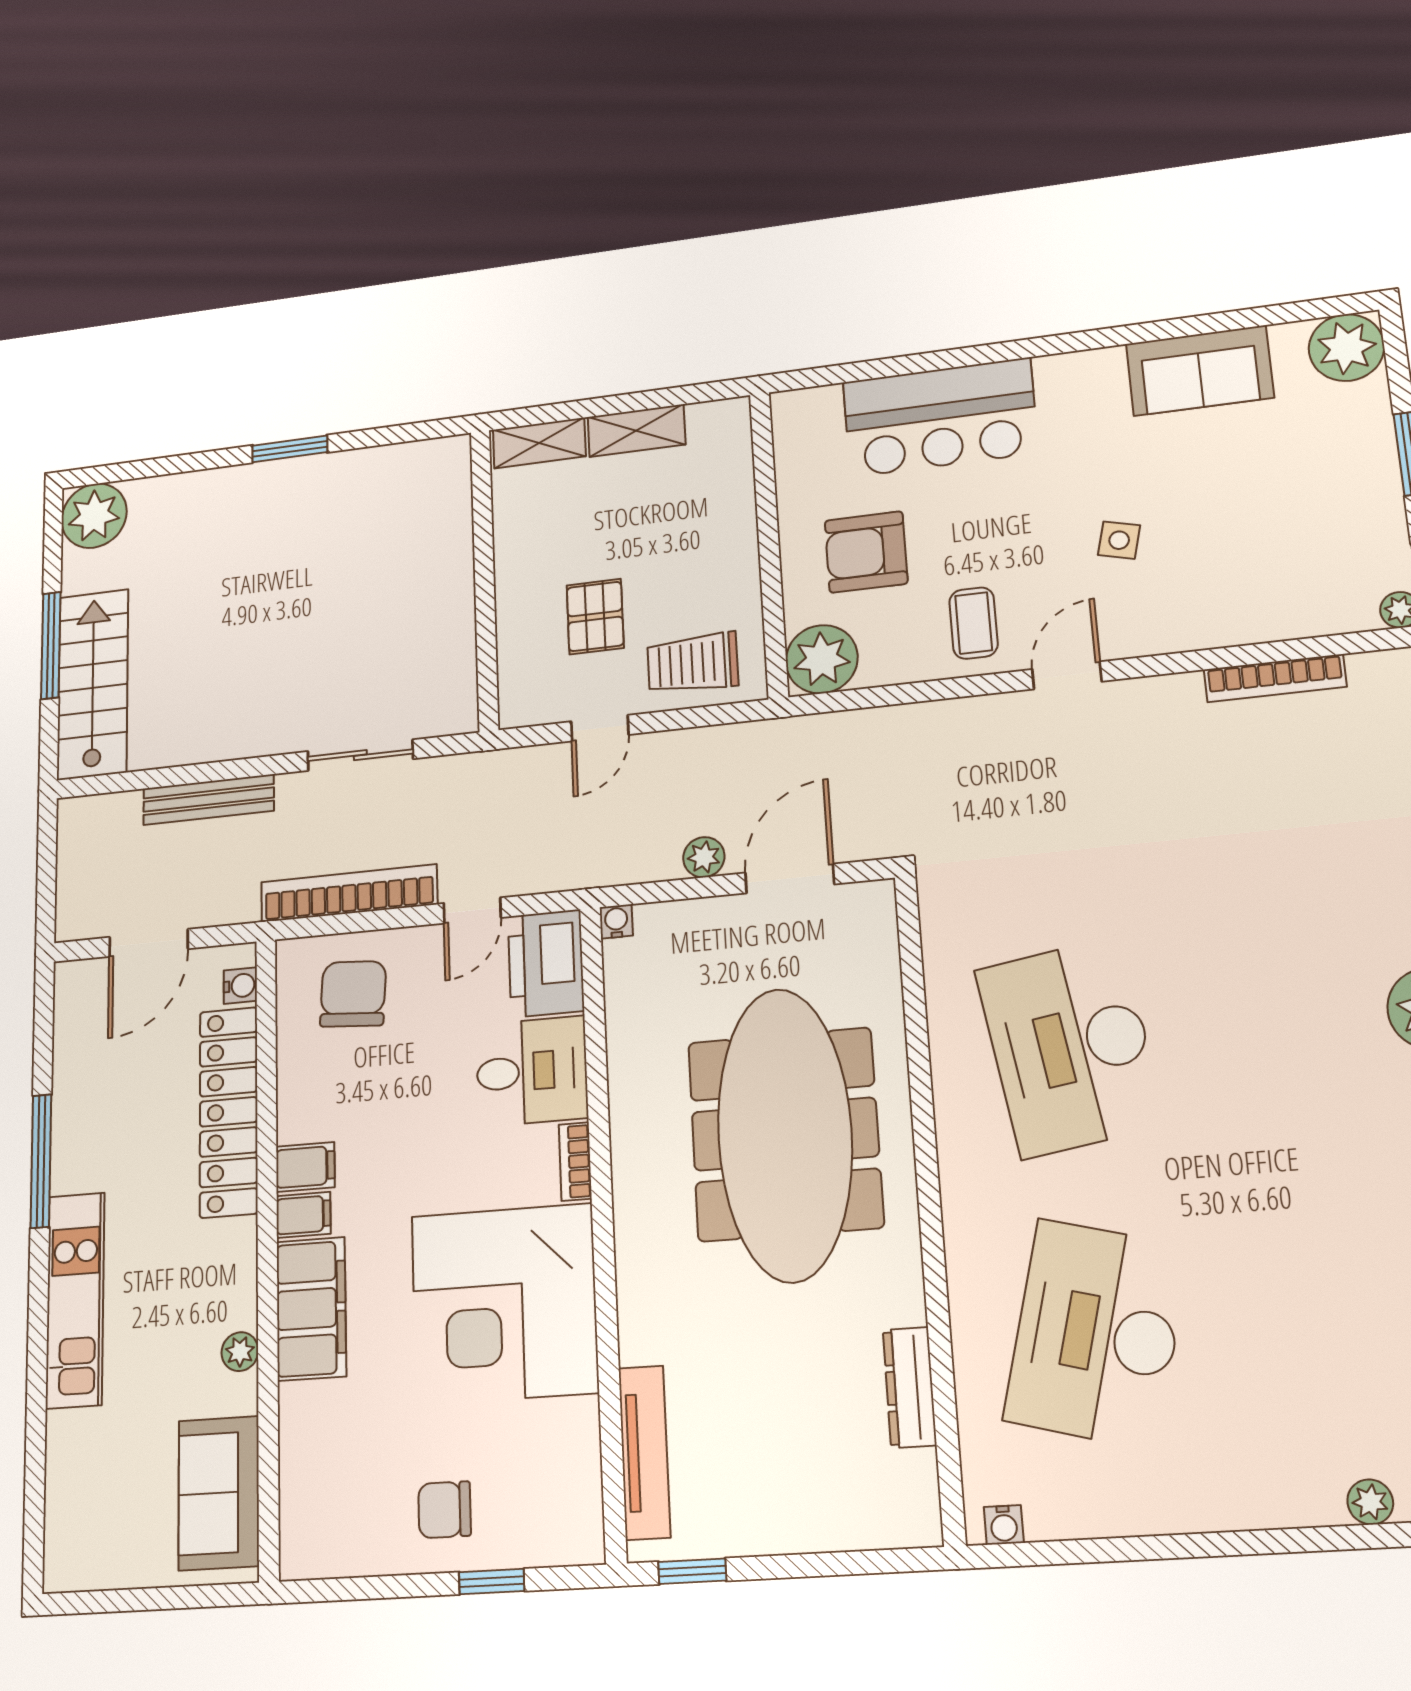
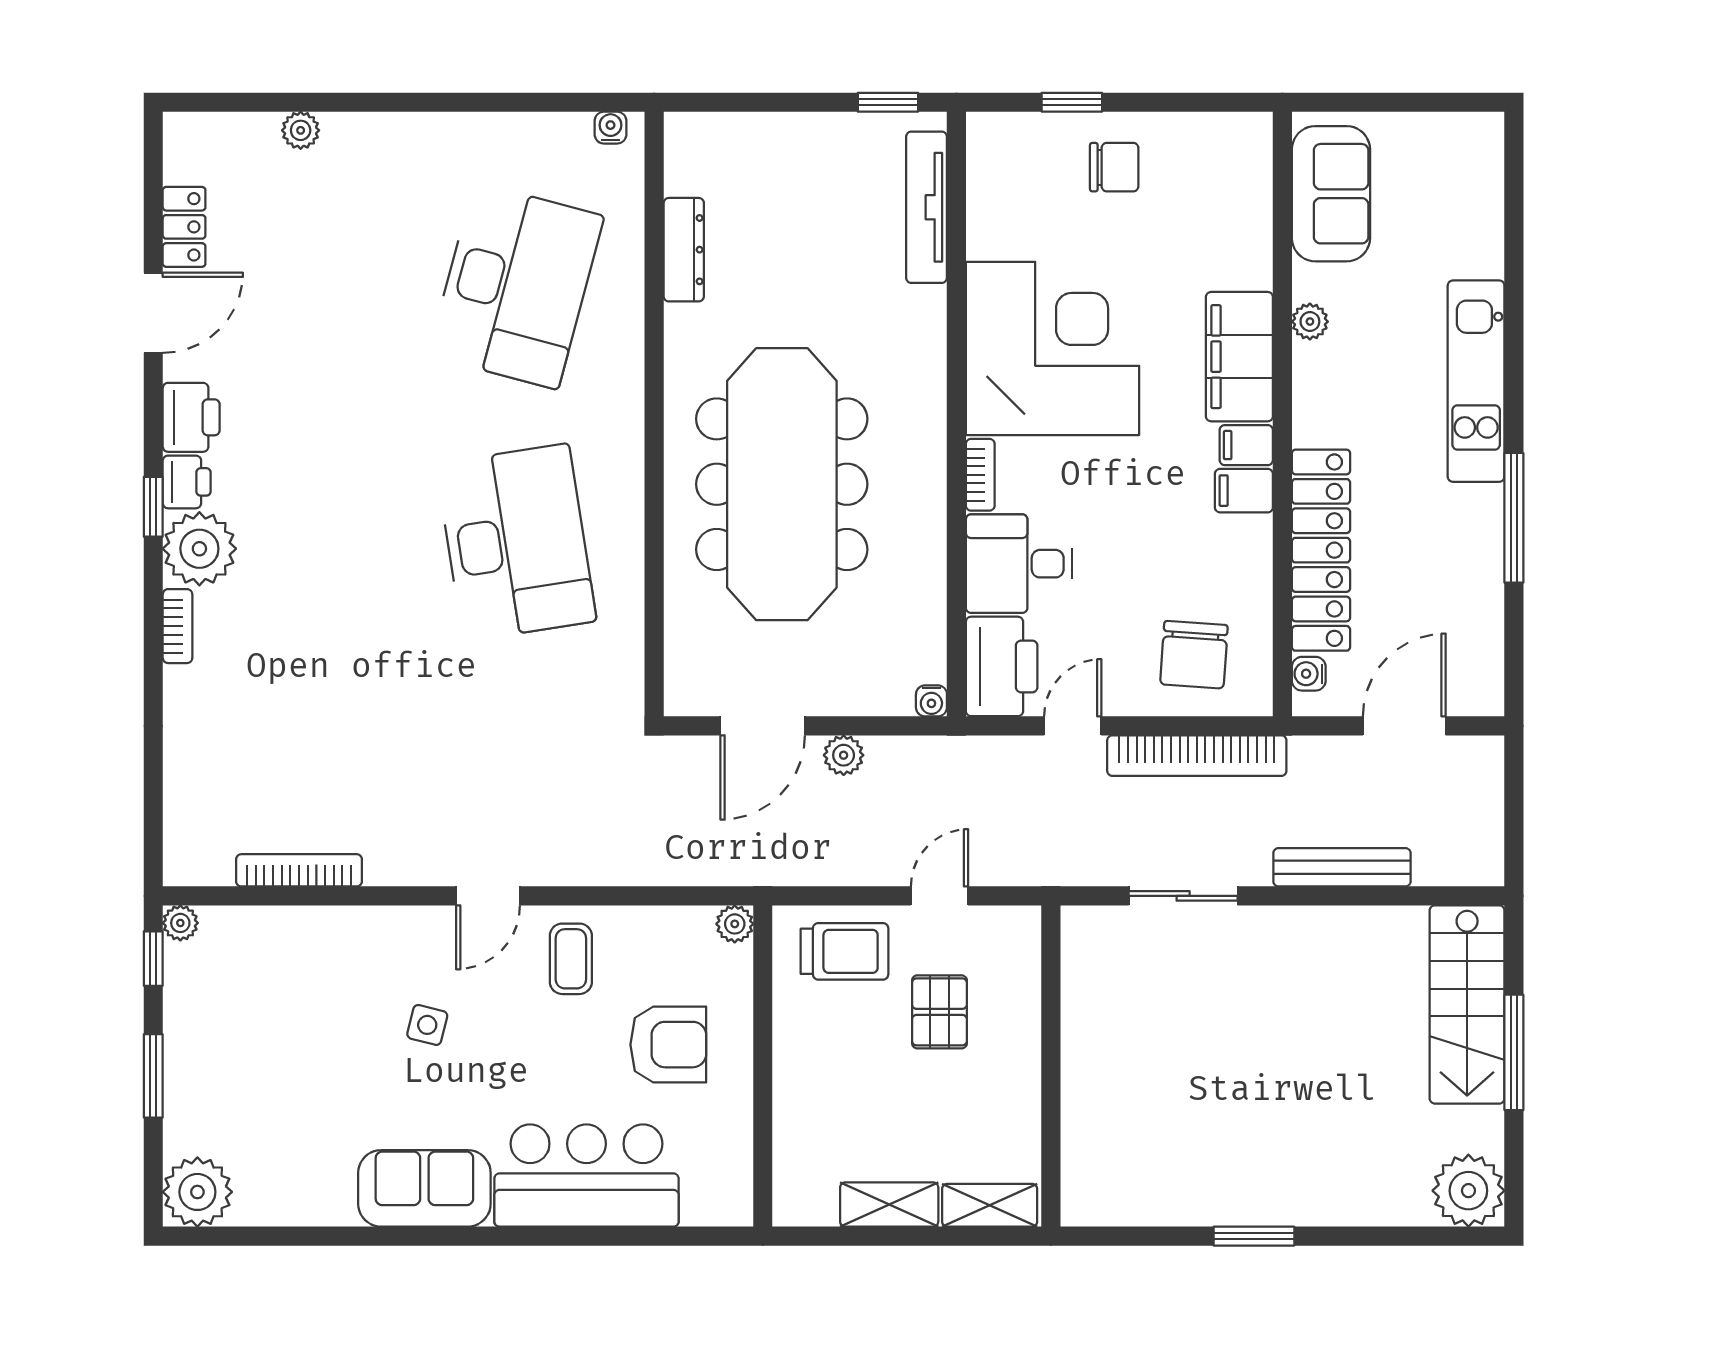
sofa: (1200, 371) -> (424, 1188), moved
plant: (822, 659) -> (735, 924), width x0.53, depth x0.53

